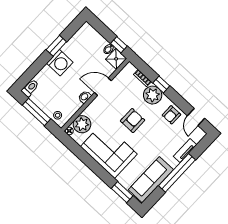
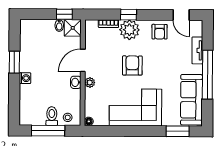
washing machine: (60, 63) -> (25, 78), width x0.53, depth x0.53
toilet: (30, 88) -> (52, 116), moved
plant: (82, 124) -> (90, 82), moved, width x0.53, depth x0.53

